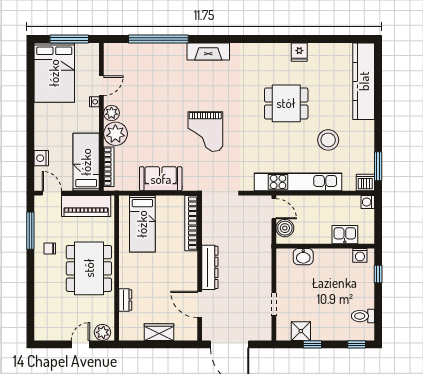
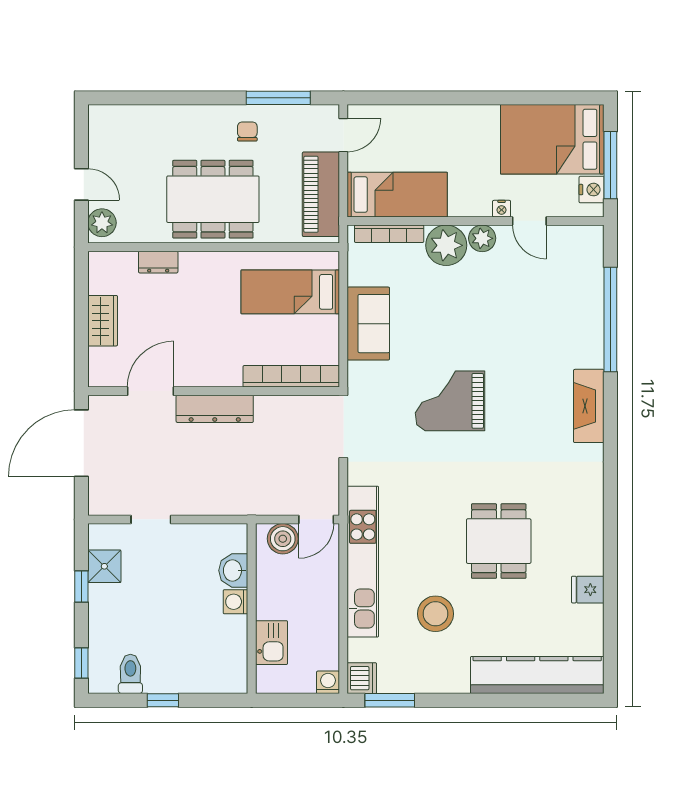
fridge: (299, 52) -> (588, 590), moved
nightstand: (41, 158) -> (592, 190), moved, turned 90
washing machine: (360, 255) -> (236, 602), moved
window: (378, 274) -> (163, 700), moved

